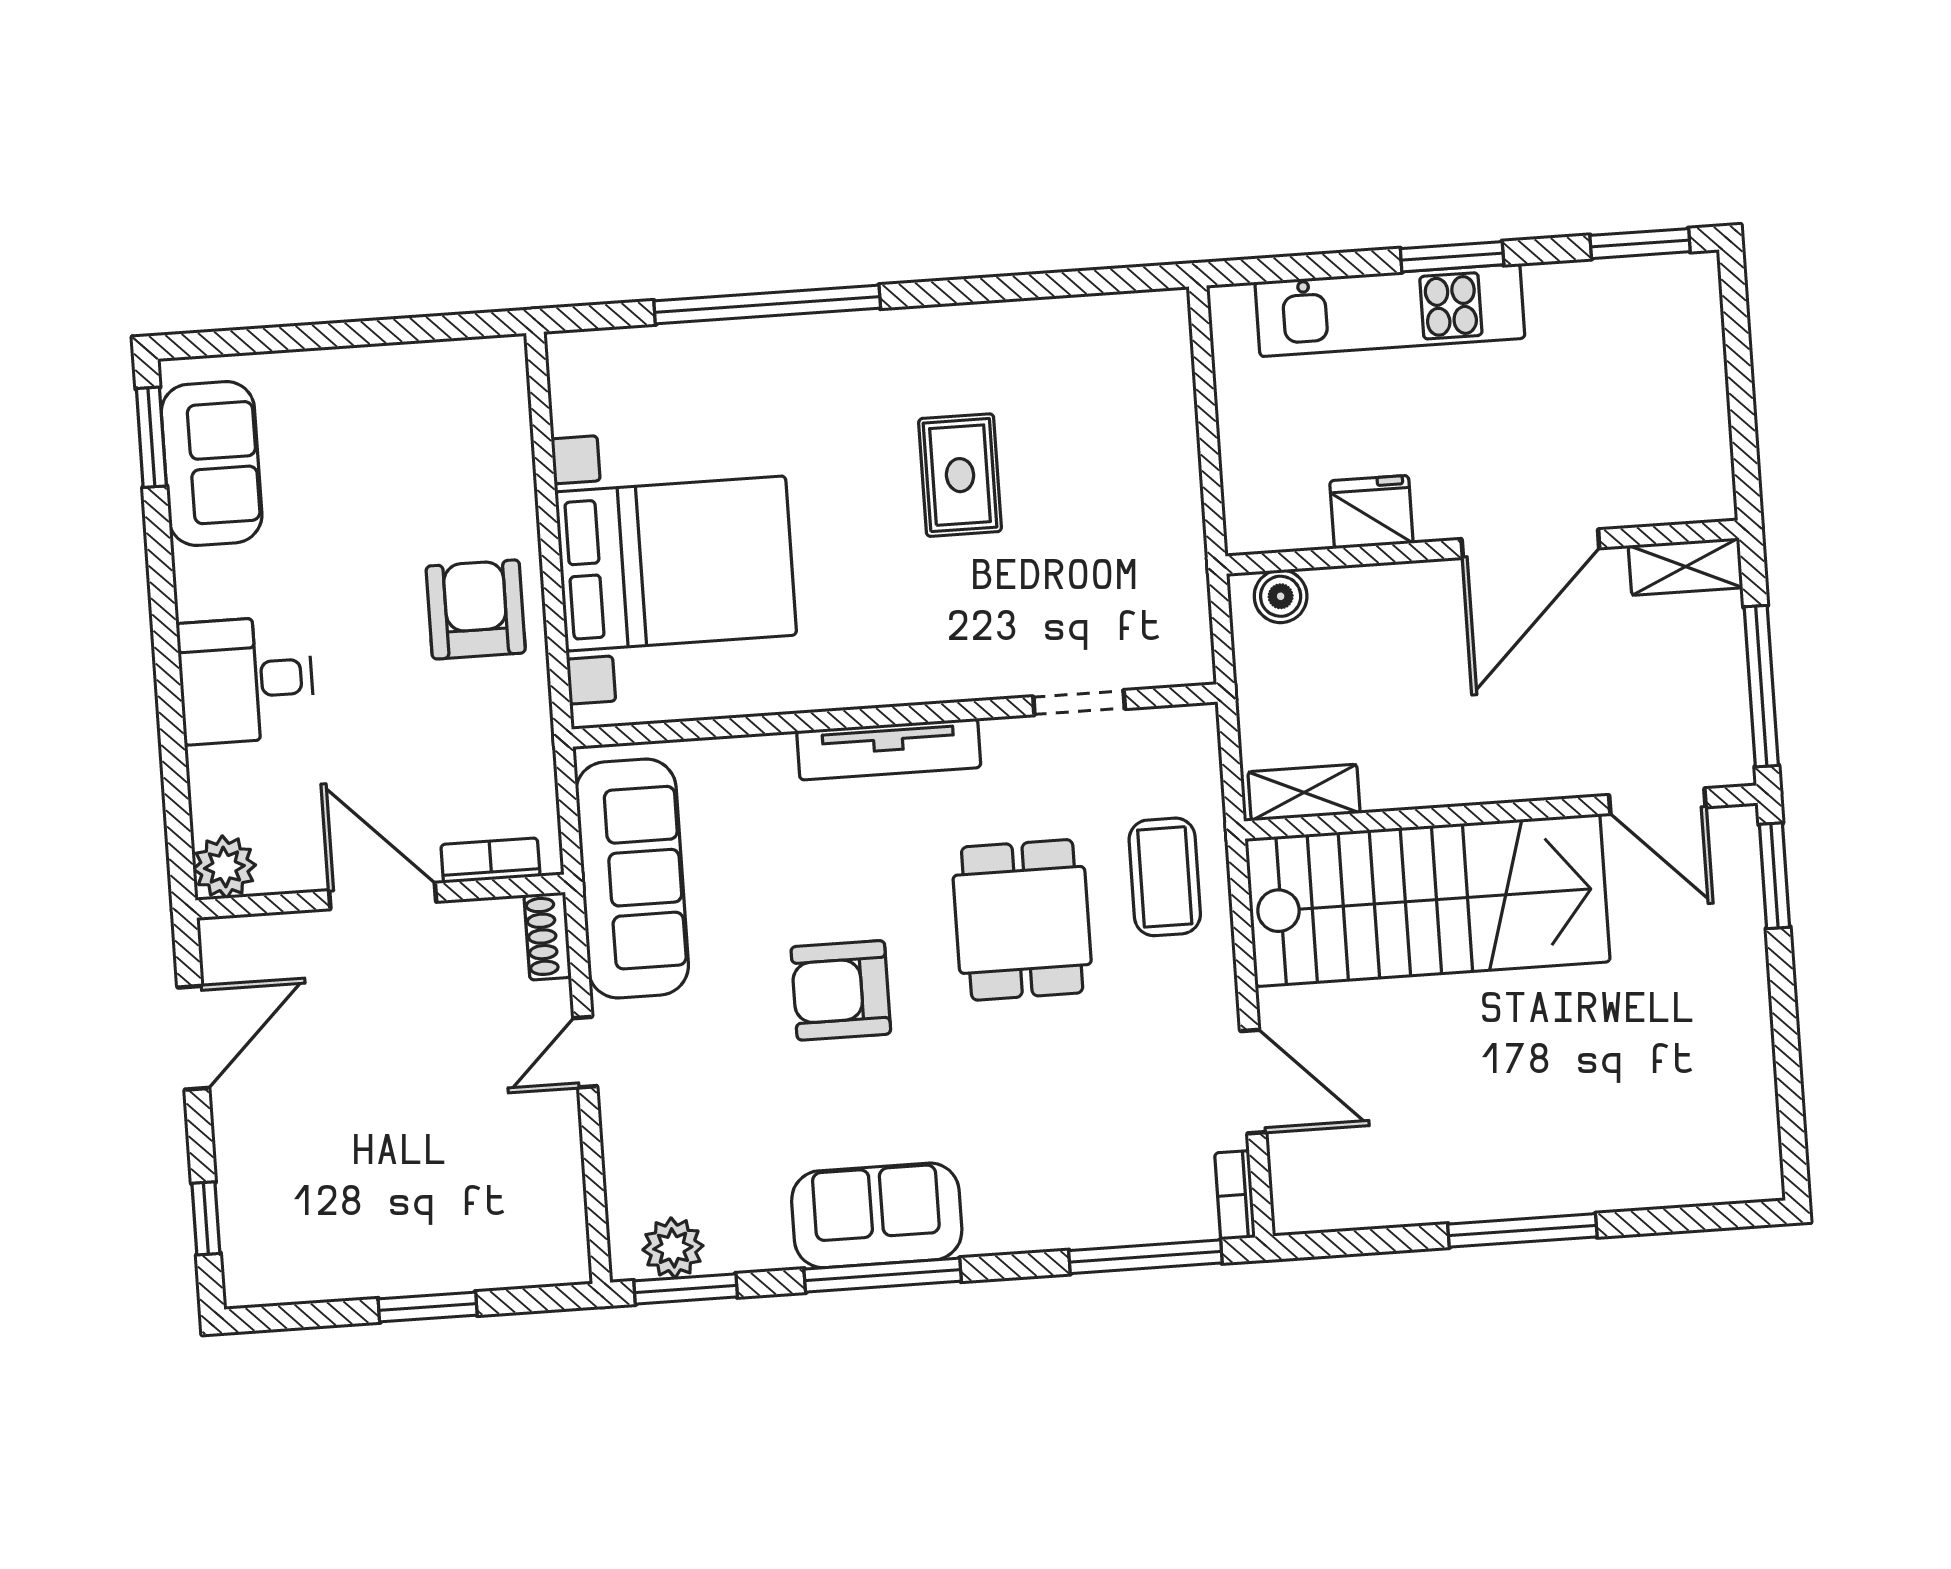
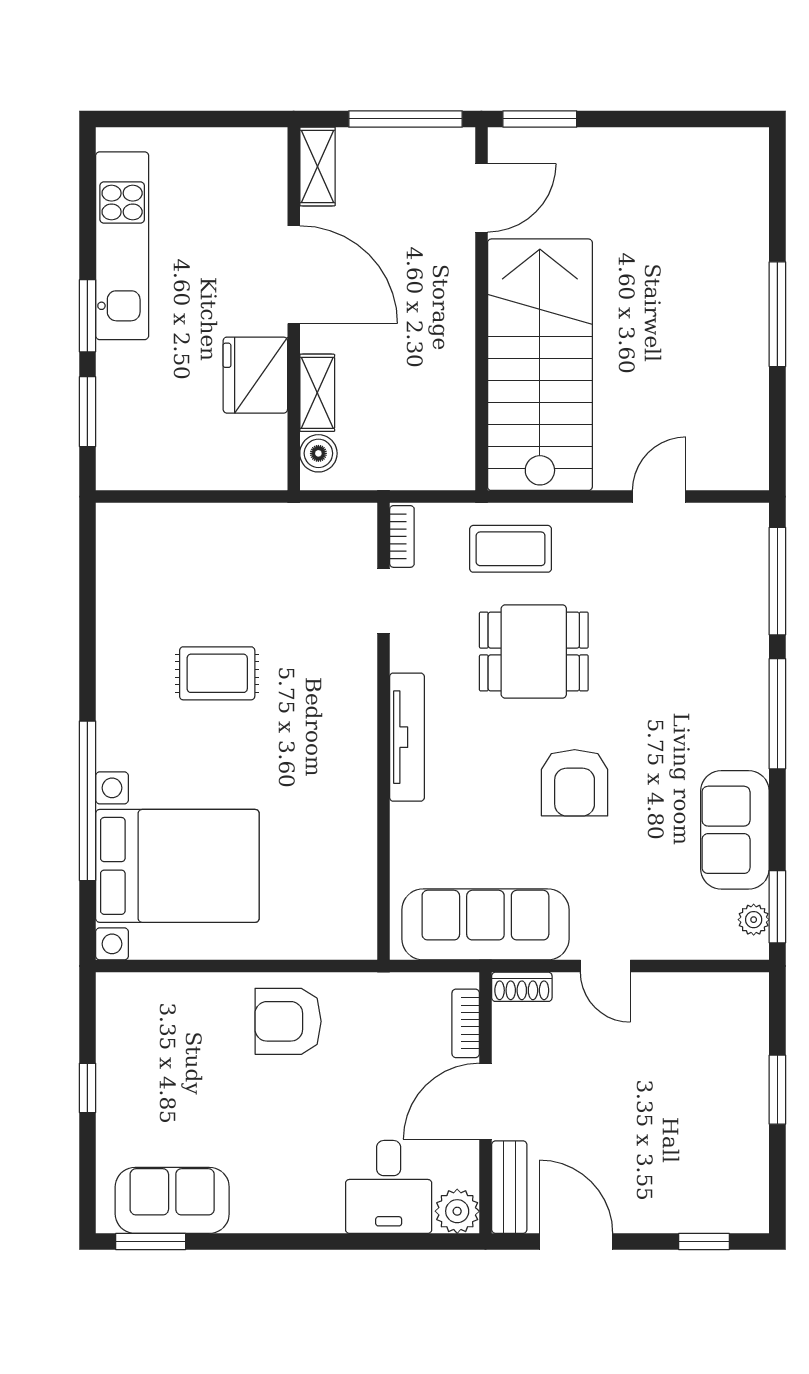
window: (1640, 244) -> (87, 412), moved
kitchen unit: (1390, 310) -> (122, 246), moved
window: (362, 333) -> (87, 1088), added
fridge: (1371, 512) -> (255, 375), width x1.36, depth x1.34
bed with nightstands: (676, 563) -> (177, 866), moved, turned 90
desk: (246, 680) -> (389, 1187), moved
shelving: (1304, 793) -> (317, 393), moved
bench: (264, 938) -> (509, 1187), added
door: (1253, 1082) -> (659, 497), width x0.73
bookcase: (1235, 1195) -> (402, 536), moved, turned -90
sofa: (877, 1215) -> (735, 830), moved
plant: (673, 1248) -> (754, 920), width x0.73, depth x0.73
window: (883, 1275) -> (777, 714), moved

